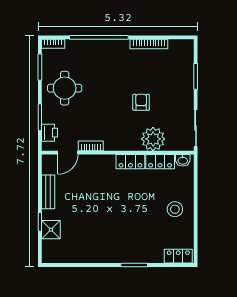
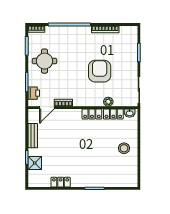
armchair: (141, 102) -> (100, 71), width x1.88, depth x1.88
plant: (153, 139) -> (108, 102), width x0.53, depth x0.53
locker: (178, 256) -> (61, 182), moved

